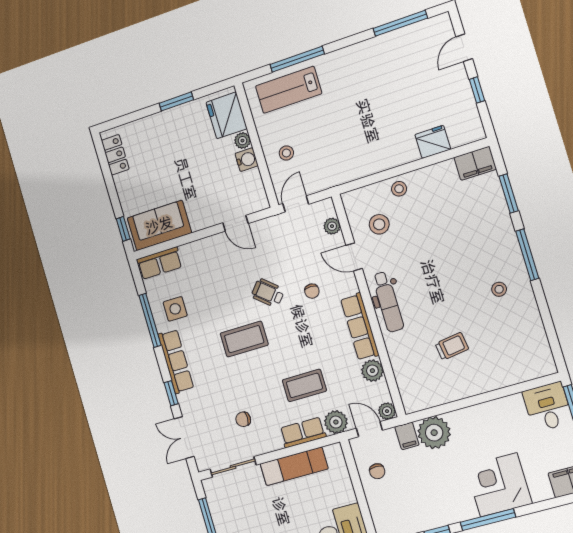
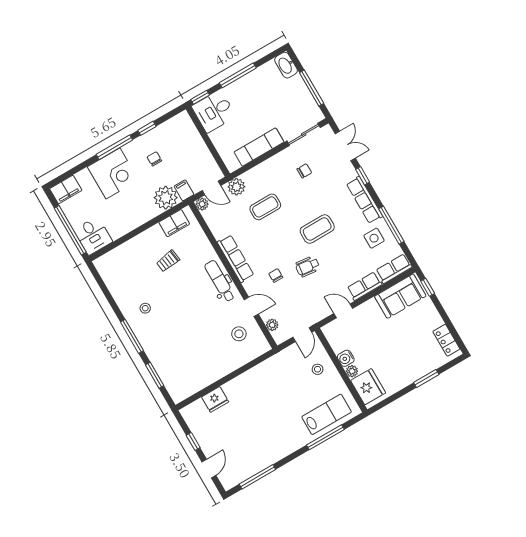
window: (176, 101) -> (426, 379), moved
filing cabinet: (475, 163) -> (174, 223), moved, turned 180
stool: (399, 189) -> (231, 362), removed
wheelchair: (268, 293) -> (308, 266), turned 146
plant: (372, 371) -> (219, 230), removed
row of seats: (303, 432) -> (364, 286), moved, turned 180
chair: (377, 471) -> (154, 159), moved

